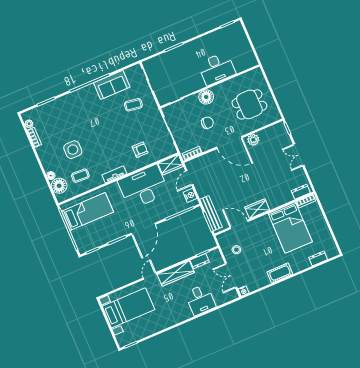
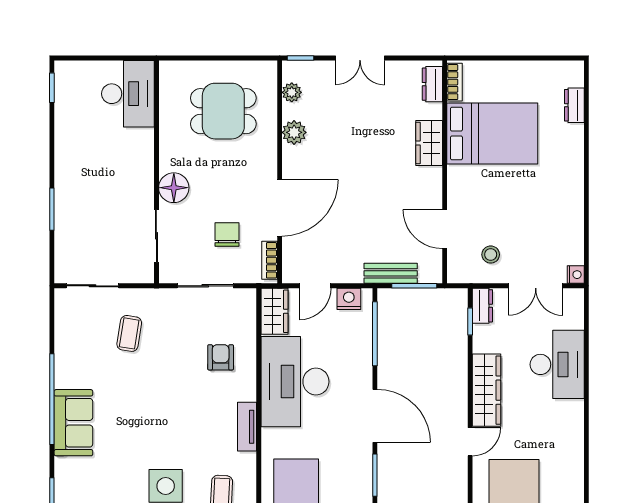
desk: (217, 69) -> (128, 94), moved
sofa: (112, 85) -> (73, 423), moved
dining table: (249, 104) -> (223, 111), turned 90
chair: (207, 123) -> (227, 234), moved
plant: (271, 131) -> (292, 92), added
door: (229, 142) -> (280, 208), moved
door: (189, 178) -> (315, 286), hinge flipped
wardrobe: (257, 209) -> (429, 143), moved
bench: (211, 213) -> (391, 273), width x0.73
door: (239, 225) -> (445, 229), hinge flipped
dresser: (200, 261) -> (482, 306), moved
cot: (280, 273) -> (571, 190), removed
door: (150, 276) -> (470, 442), swing flipped
desk: (200, 300) -> (557, 364), width x1.37

